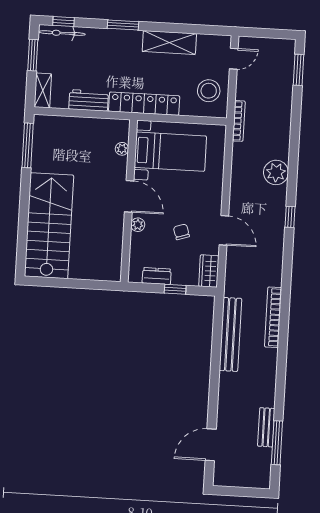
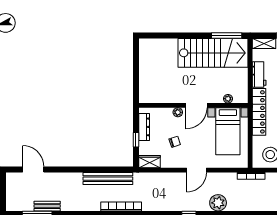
stairs: (49, 226) -> (213, 53), moved
door: (224, 230) -> (197, 170), moved
dresser: (157, 276) -> (144, 127), width x1.44

